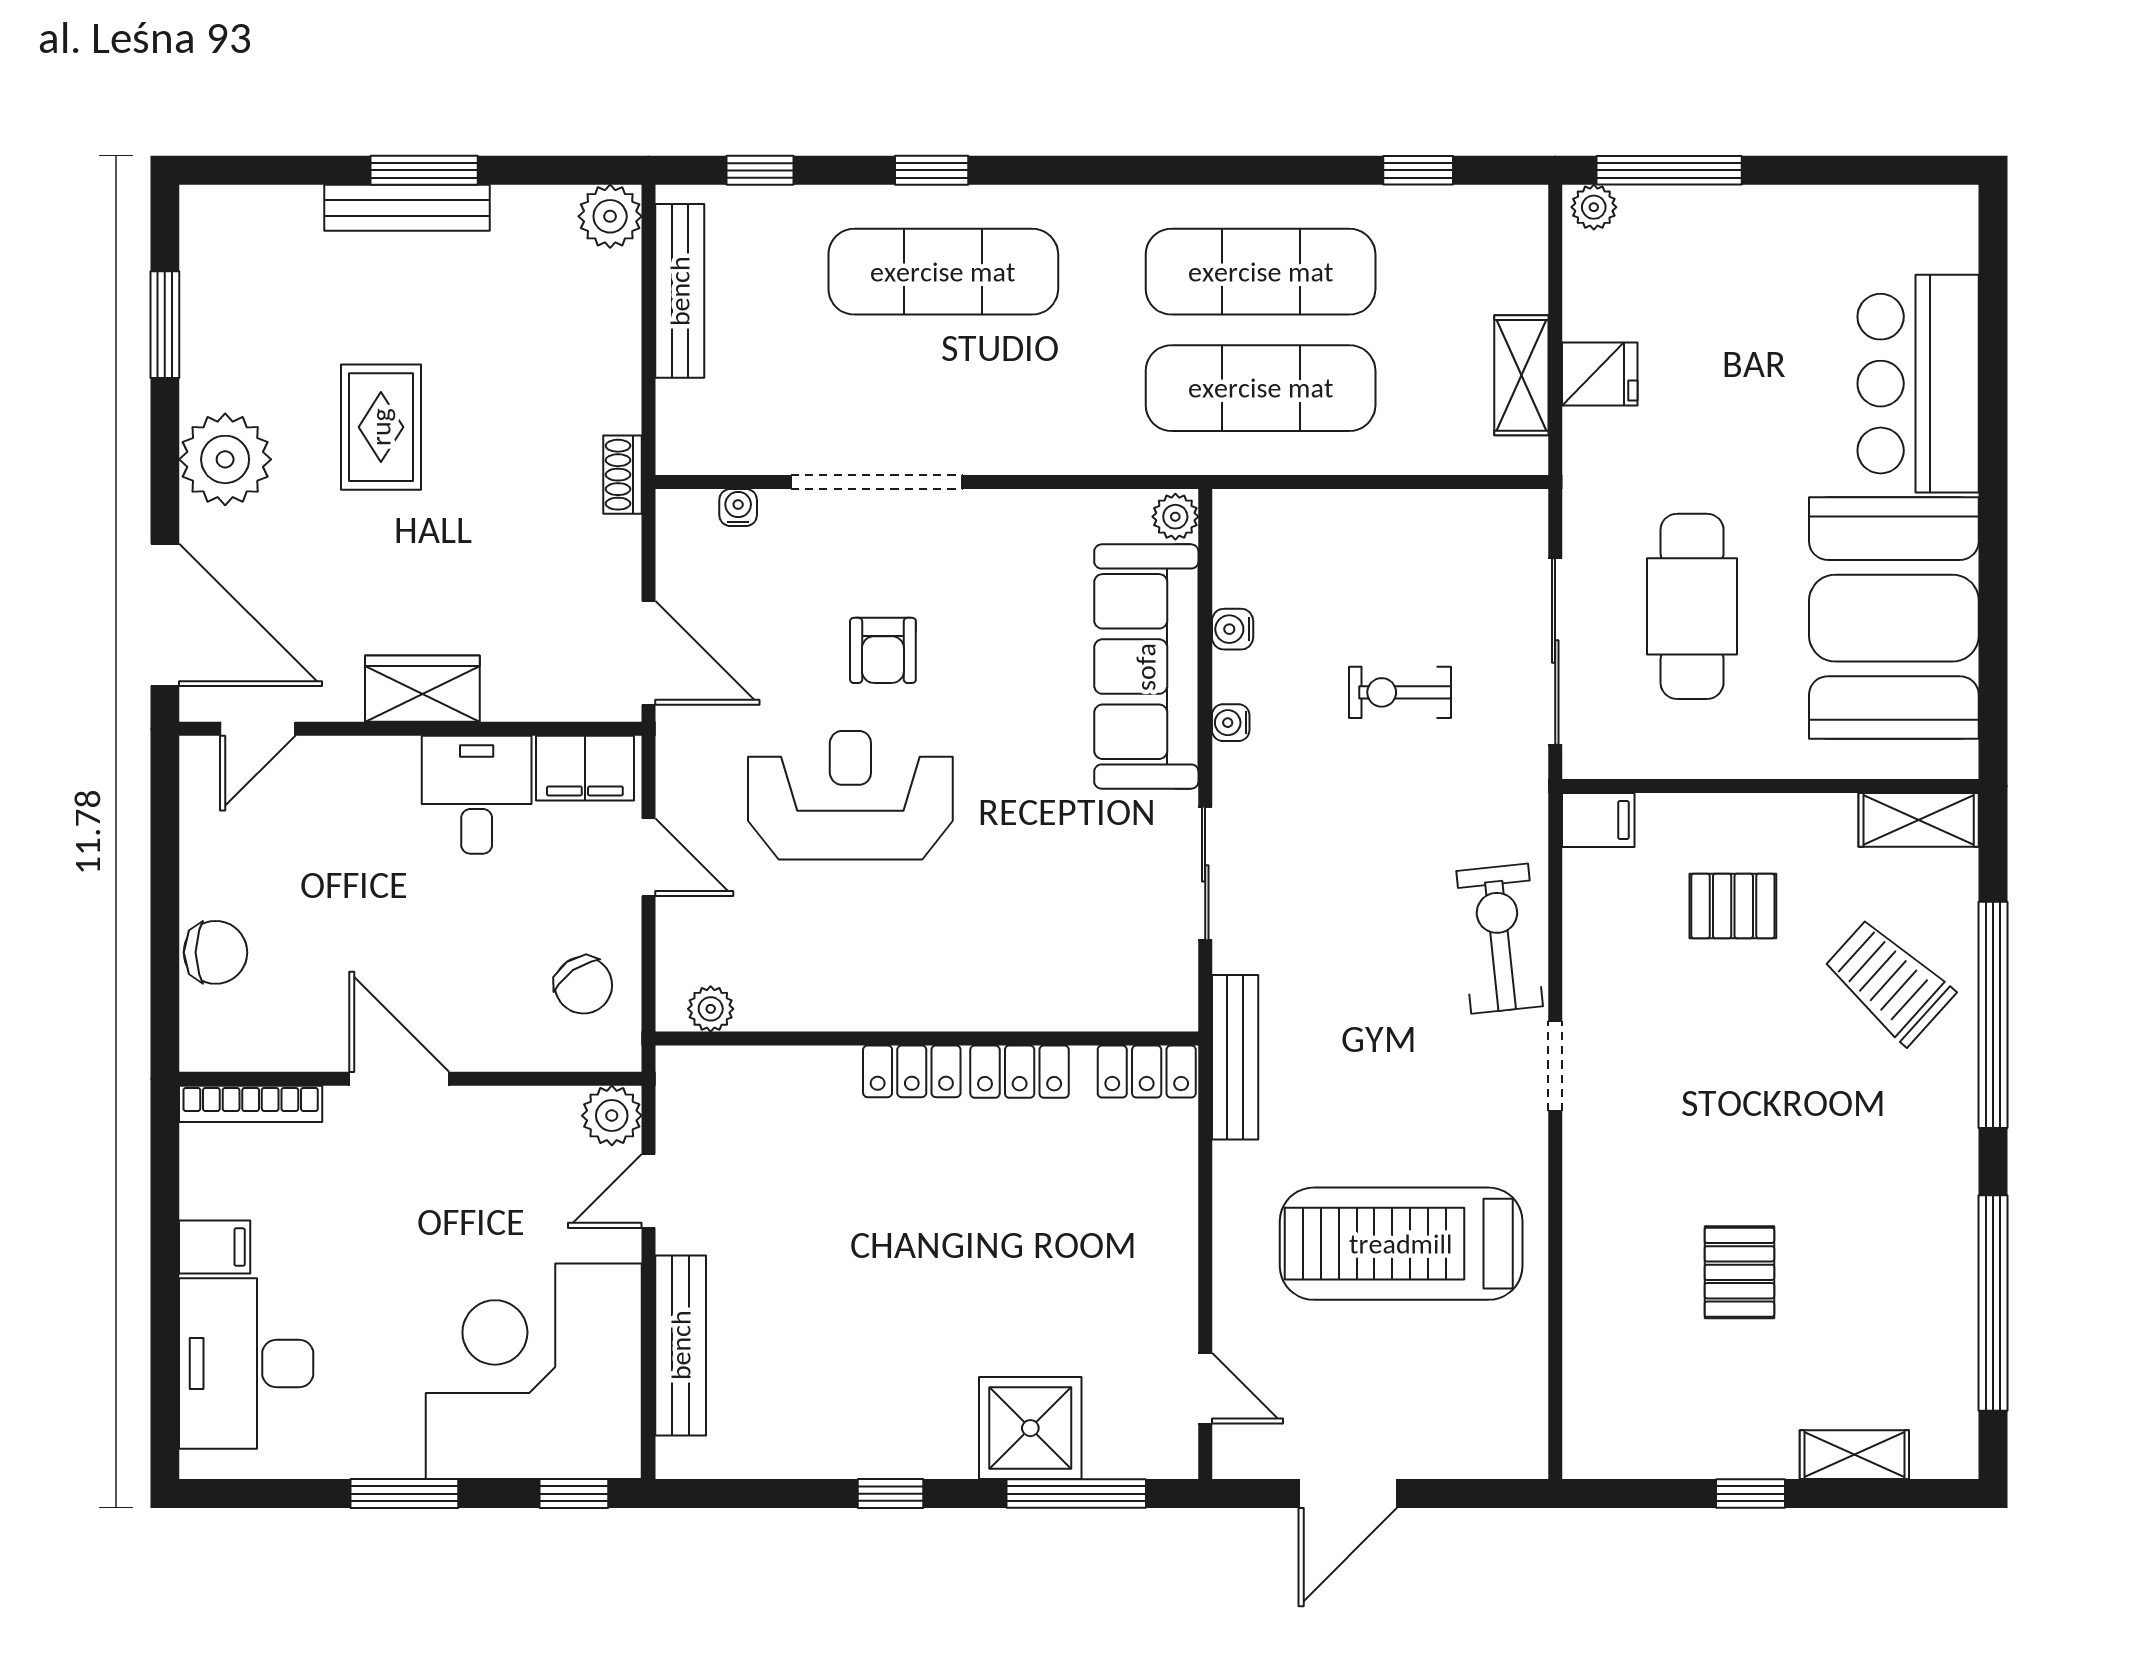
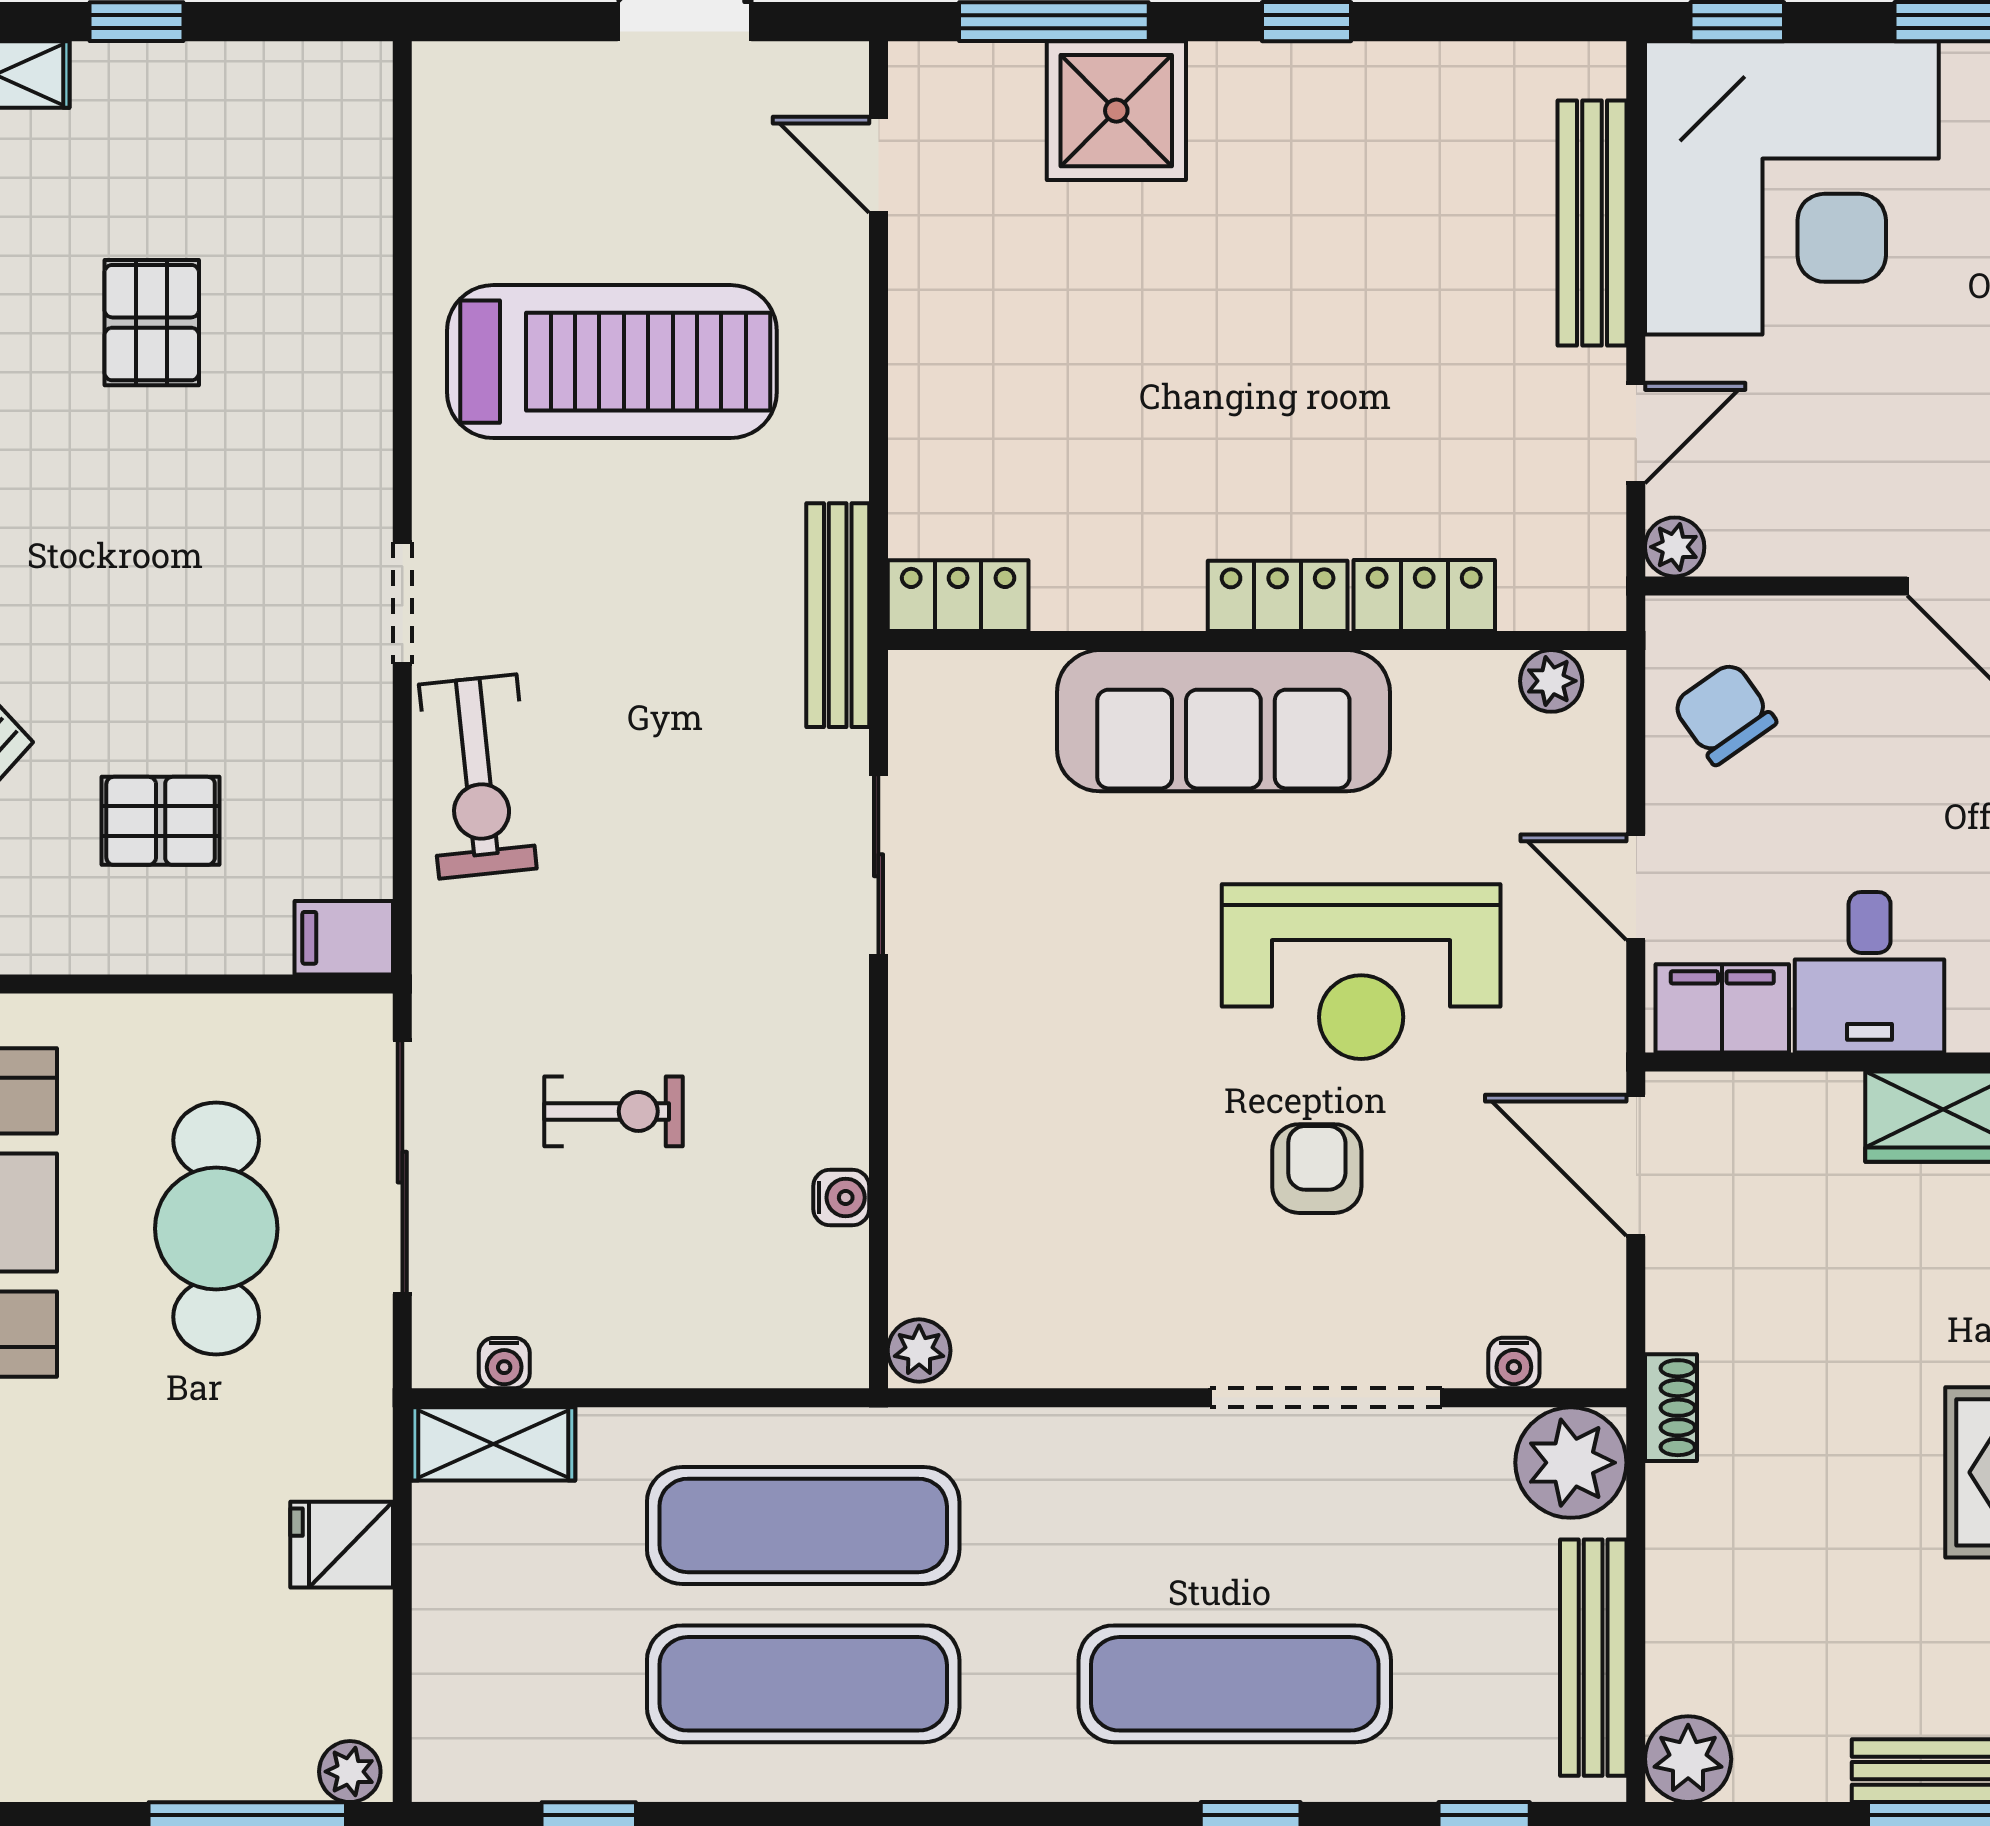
shelving: (1521, 375) -> (493, 1444), moved, turned 90
plant: (696, 434) -> (1571, 1463), added
sofa: (1146, 667) -> (1223, 721), moved, turned 90
water cooler: (1231, 723) -> (504, 1363), moved, turned 90
locker: (1020, 1072) -> (1424, 596), moved
plant: (612, 1116) -> (1675, 547), width x0.73, depth x0.73

